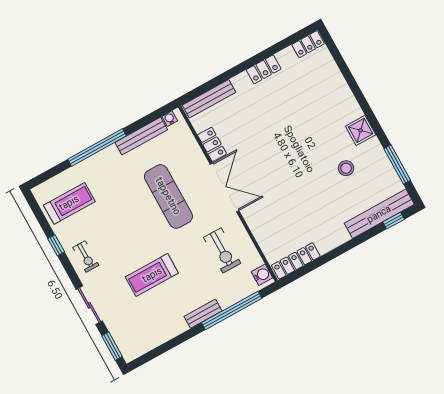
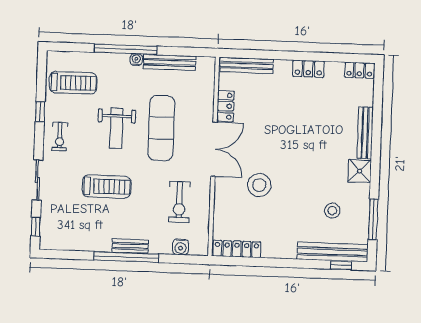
bench: (345, 95) -> (365, 133), added
water cooler: (170, 119) -> (136, 60), moved
stool: (346, 168) -> (332, 211), moved
stool: (282, 195) -> (259, 185), added
weight bench: (130, 220) -> (116, 128), added
treadmill: (152, 275) -> (107, 186), turned 180
water cooler: (262, 275) -> (181, 247), moved, turned 90
window: (232, 310) -> (126, 257), moved
window: (112, 346) -> (36, 227), width x0.67

